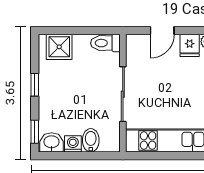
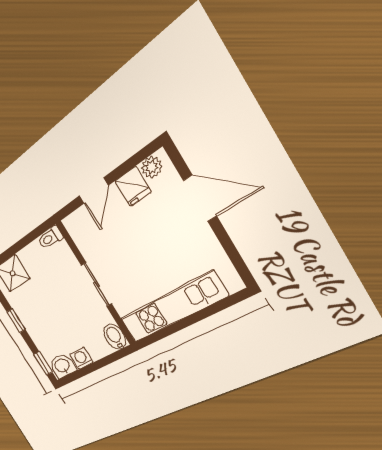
toilet: (105, 43) -> (50, 238), width x0.73, depth x0.72
sliding door: (123, 94) -> (96, 284), width x0.73
bidet: (91, 140) -> (115, 337), moved

